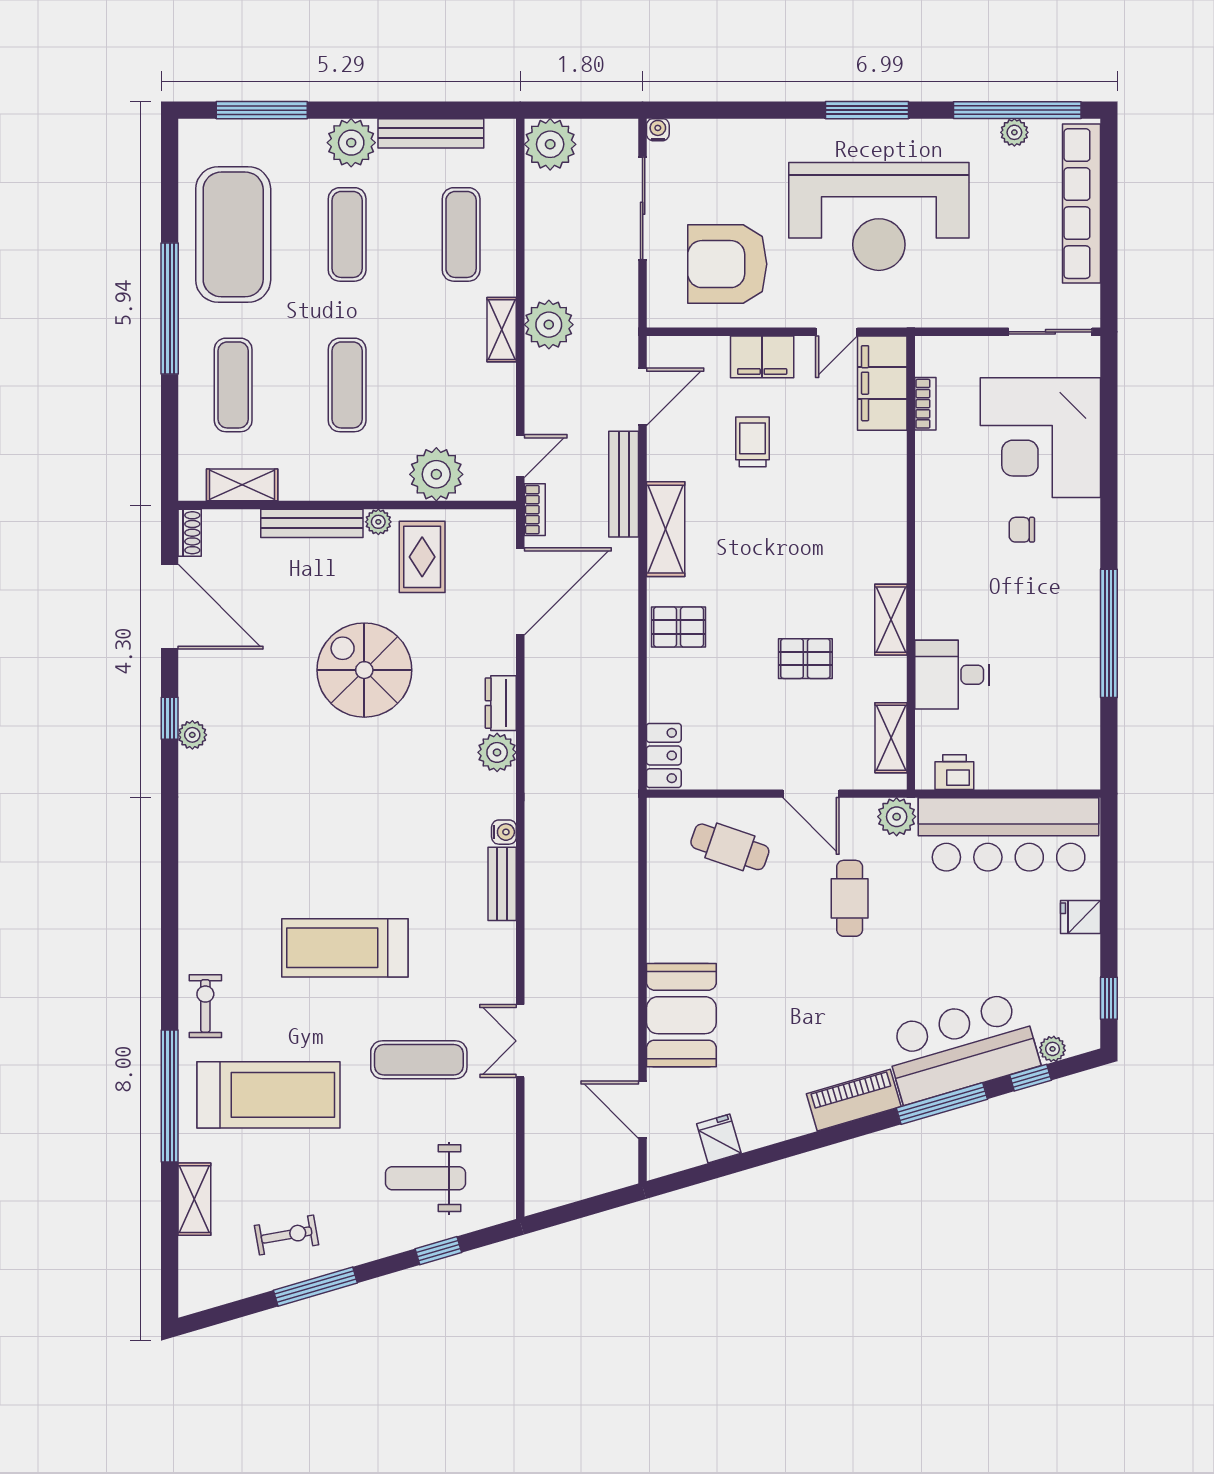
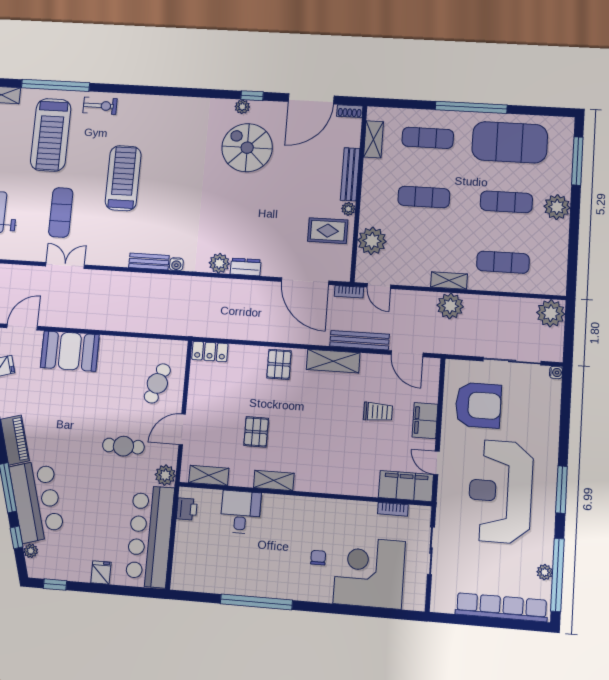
bench: (431, 133) -> (560, 250), removed
armchair: (727, 264) -> (478, 405), turned 90
sliding door: (1050, 332) -> (431, 551), moved
spiral stairs: (364, 670) -> (247, 148), moved, turned -90

